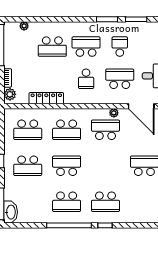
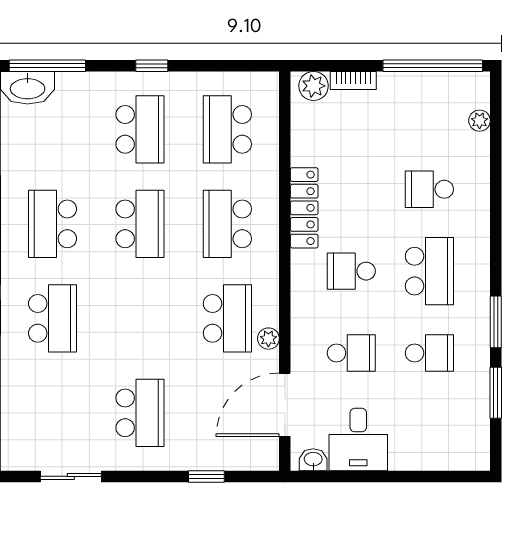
school desk: (52, 47) -> (429, 189), width x0.54
school desk: (120, 79) -> (351, 353), width x0.54
locker: (46, 98) -> (304, 208), moved
school desk: (28, 166) -> (140, 129), turned 180
school desk: (106, 202) -> (53, 318), turned 180

